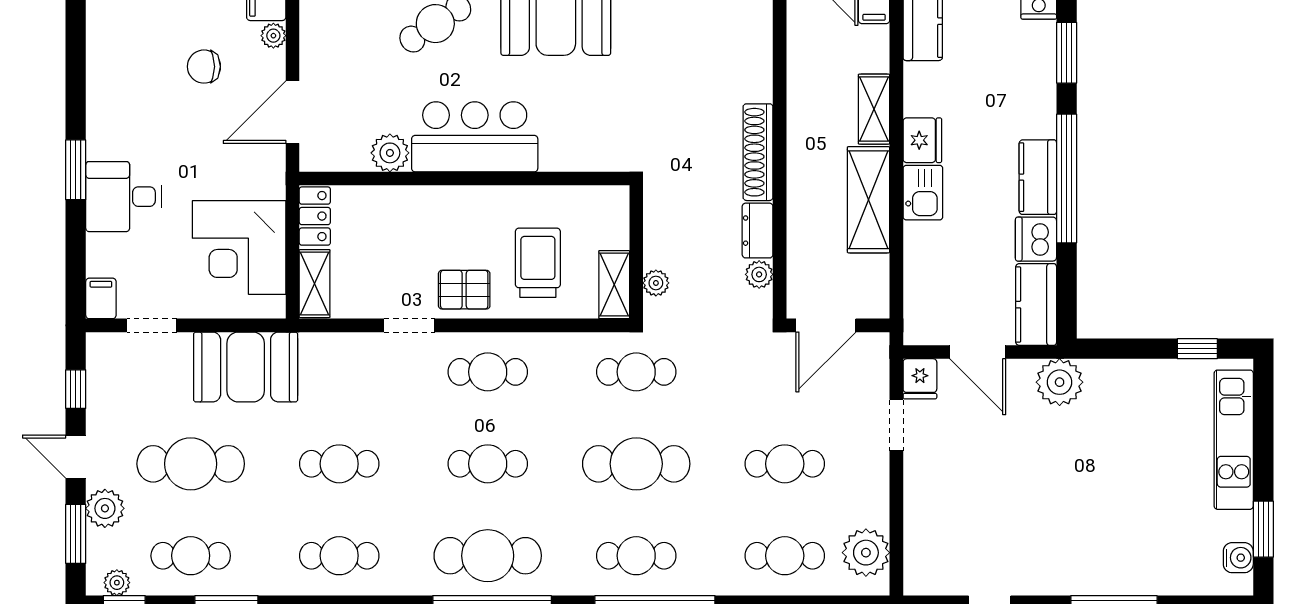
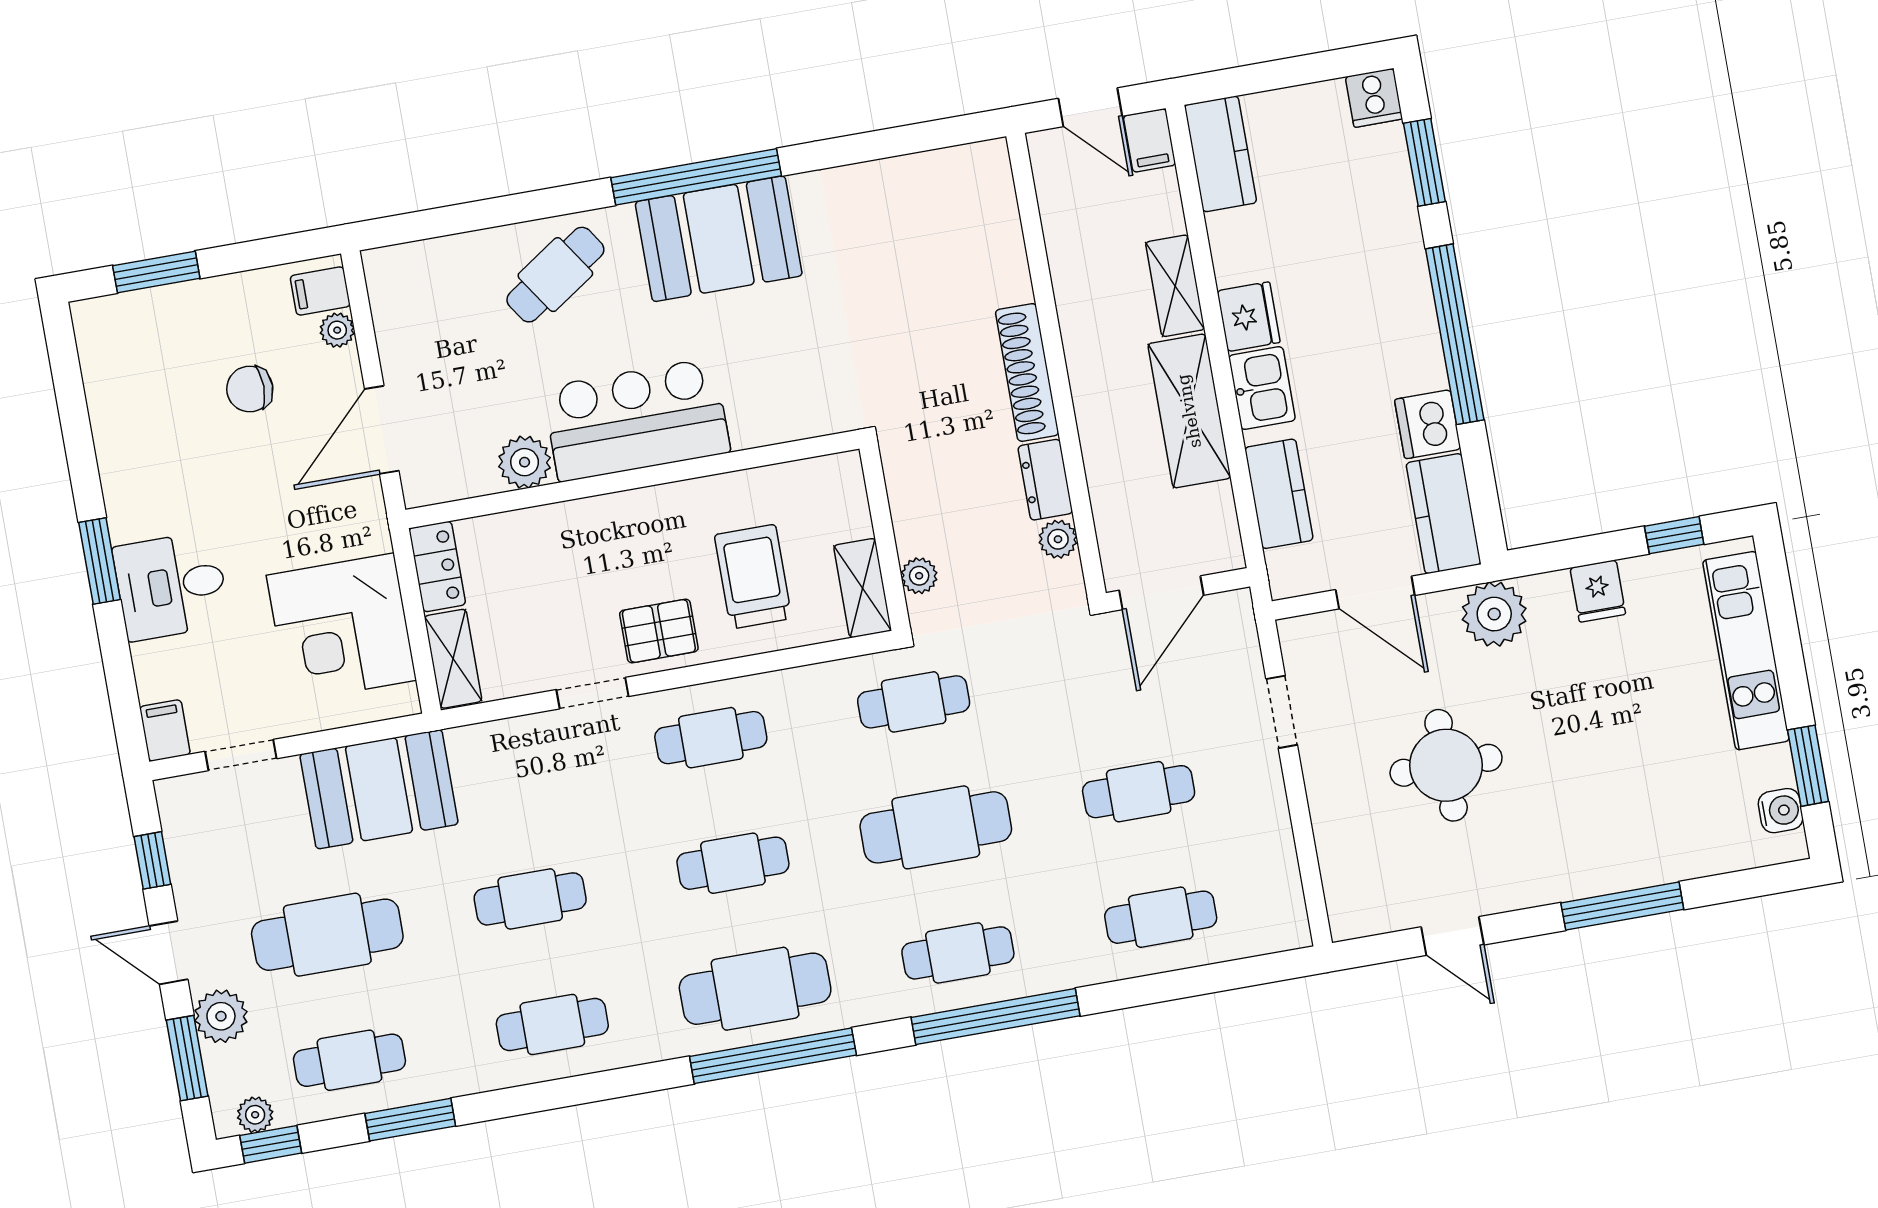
kitchen counter: (1038, 177) -> (1279, 494), moved, turned 180
fridge: (920, 379) -> (1598, 591), moved
round table: (1006, 484) -> (1446, 765), added
plant: (866, 553) -> (1271, 893), removed

